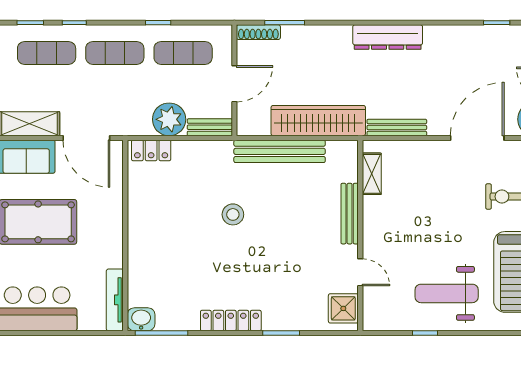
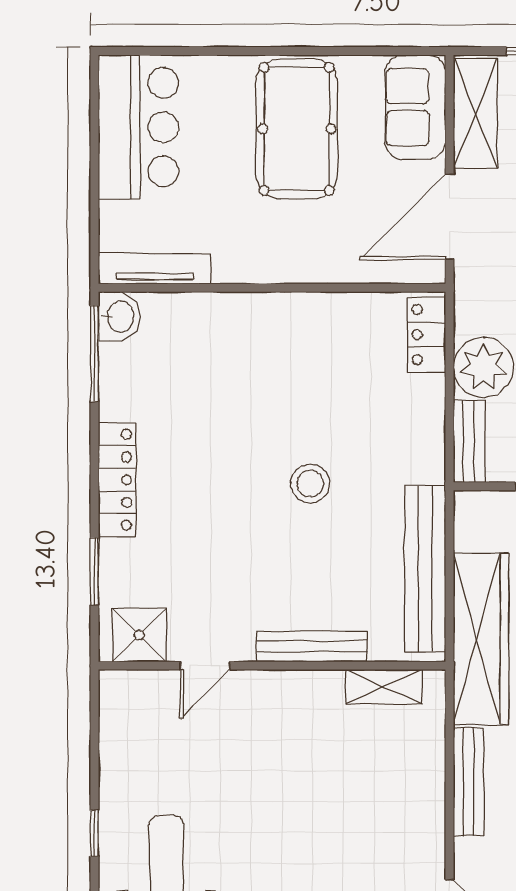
shelving: (372, 174) -> (384, 687), moved
bench: (350, 214) -> (312, 646), moved
wall: (360, 235) -> (272, 666), moved
door: (360, 272) -> (205, 666), moved
shower: (343, 308) -> (139, 635), moved

